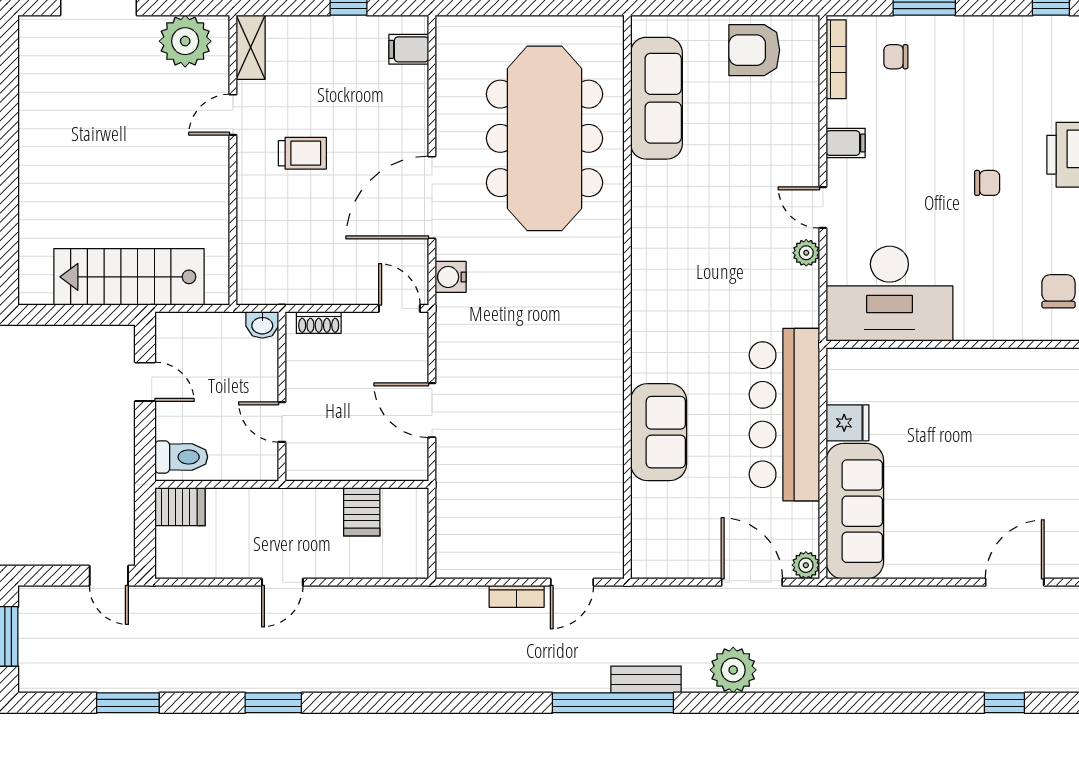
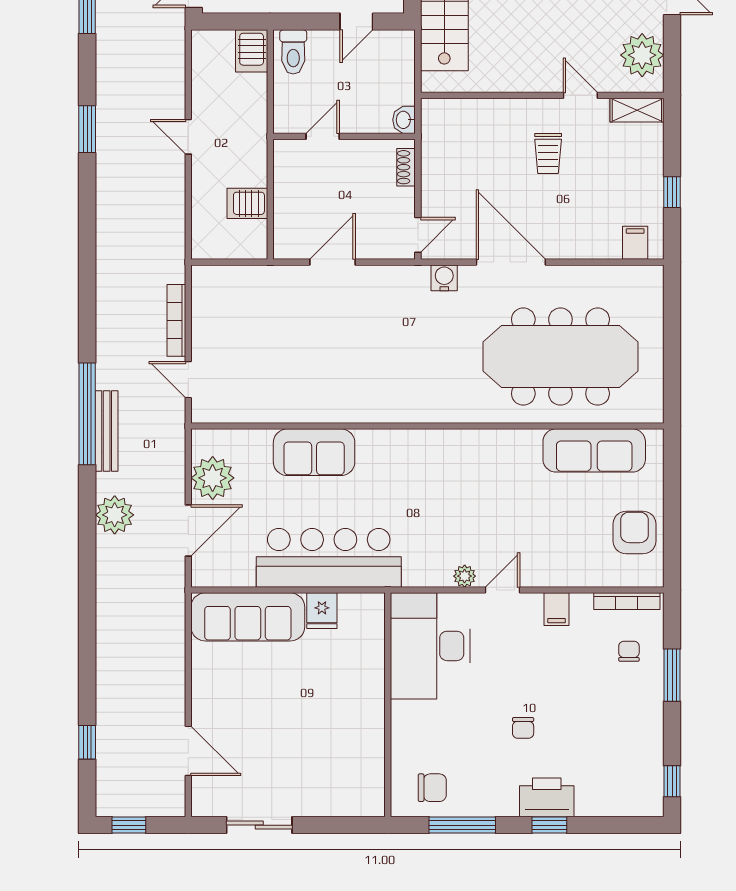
plant: (806, 565) -> (213, 478), moved, width x1.88, depth x1.88
bookcase: (517, 596) -> (176, 320), width x1.56
bench: (646, 680) -> (107, 431), width x1.36

